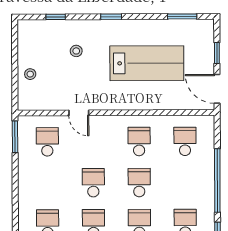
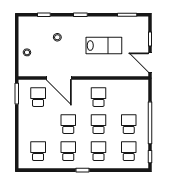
lab bench: (147, 63) -> (104, 46), width x0.73, depth x0.72
door: (79, 113) -> (59, 78), width x1.87
school desk: (185, 141) -> (129, 124), moved

